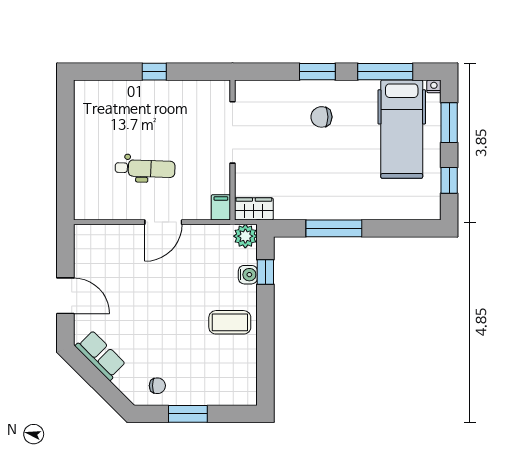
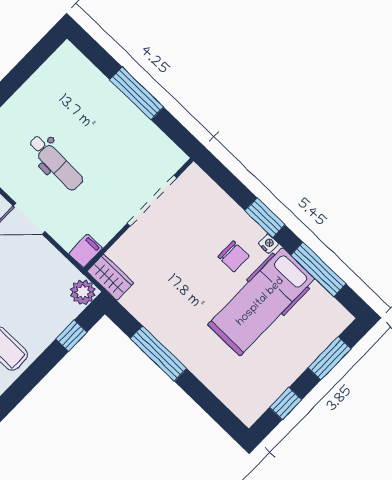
window: (154, 72) -> (137, 93), width x2.17
nightstand: (434, 86) -> (268, 244), moved
chair: (321, 117) -> (234, 256), turned 180
hospital bed: (402, 129) -> (261, 302), moved
water cooler: (248, 275) -> (56, 324), removed

